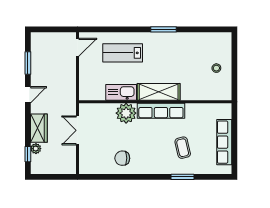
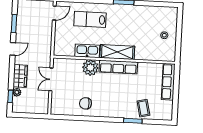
row of seats: (224, 142) -> (168, 82), moved
coffee table: (183, 148) -> (143, 108), moved

